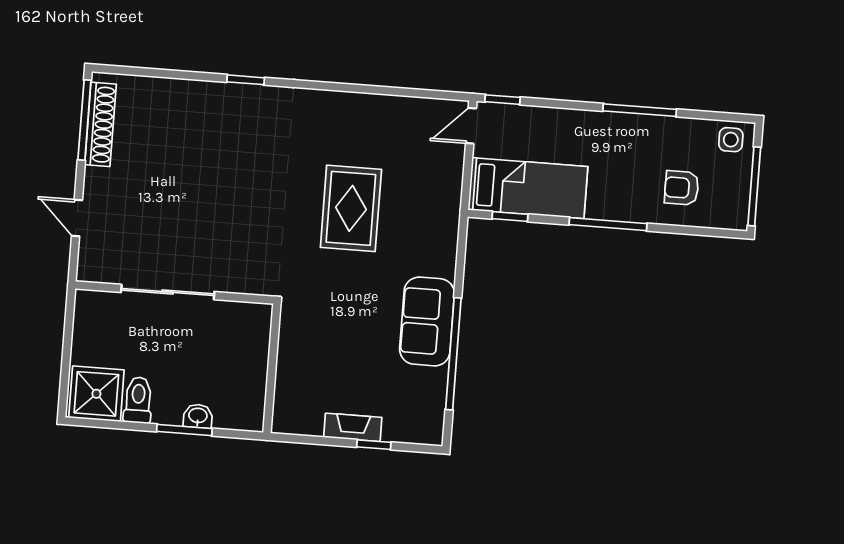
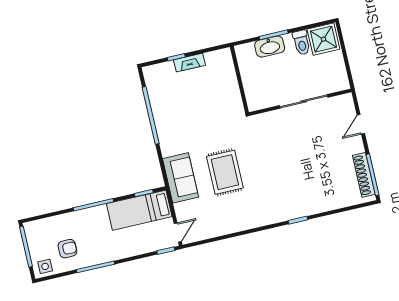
armchair: (682, 188) -> (67, 249), moved
door: (77, 218) -> (361, 124), swing flipped
sofa: (427, 321) -> (181, 178), moved
washbasin: (198, 416) -> (270, 47), width x1.91, depth x1.45

